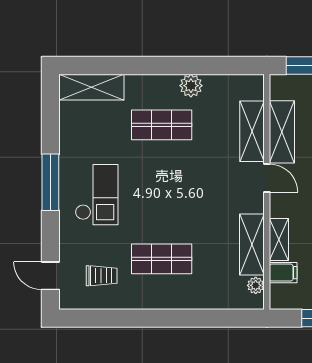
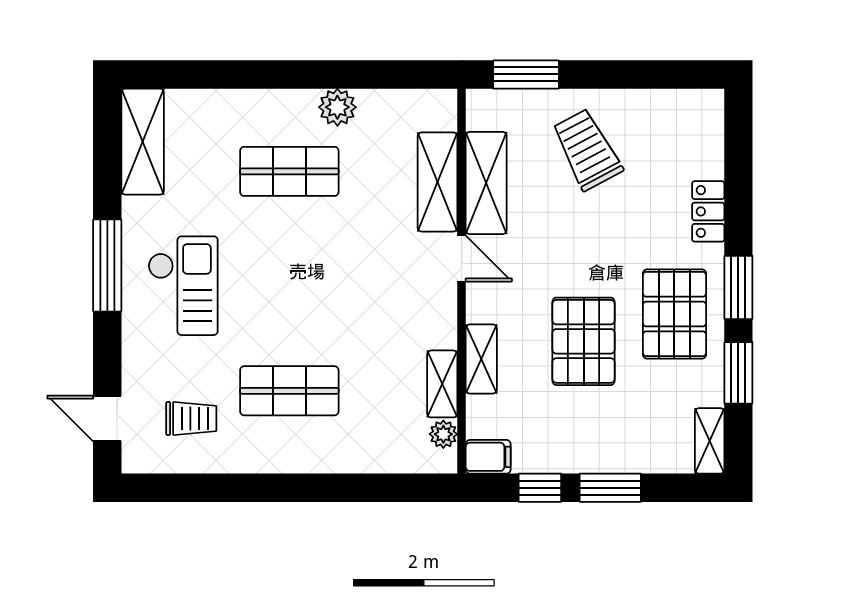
shelving: (91, 87) -> (143, 142), moved, turned 90
shelving: (252, 244) -> (442, 384), width x0.67, depth x0.75
filing cabinet: (283, 273) -> (488, 457), moved

